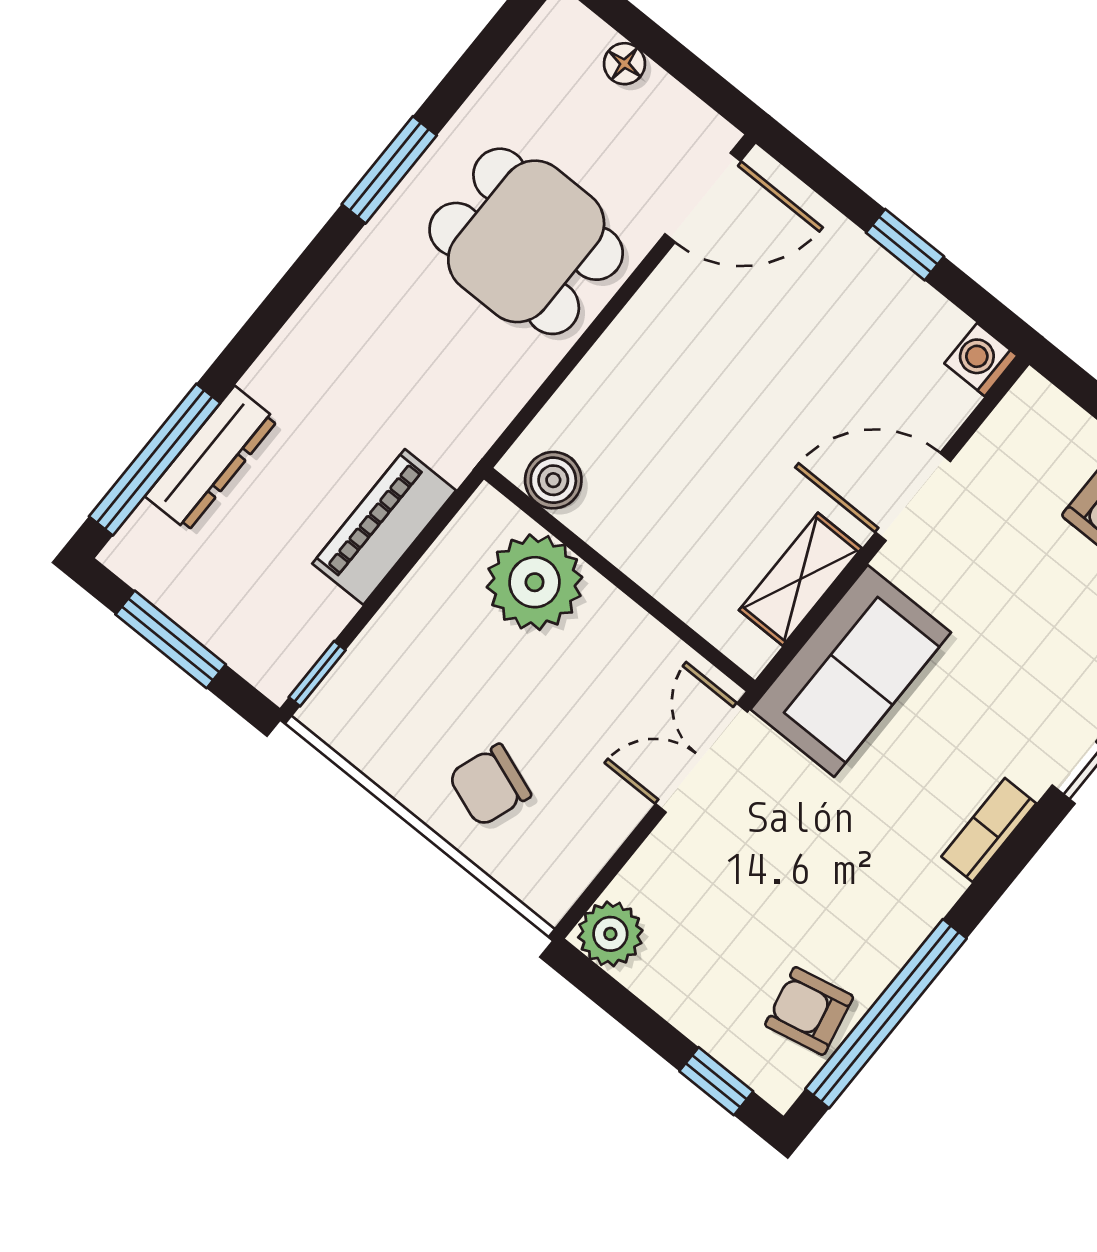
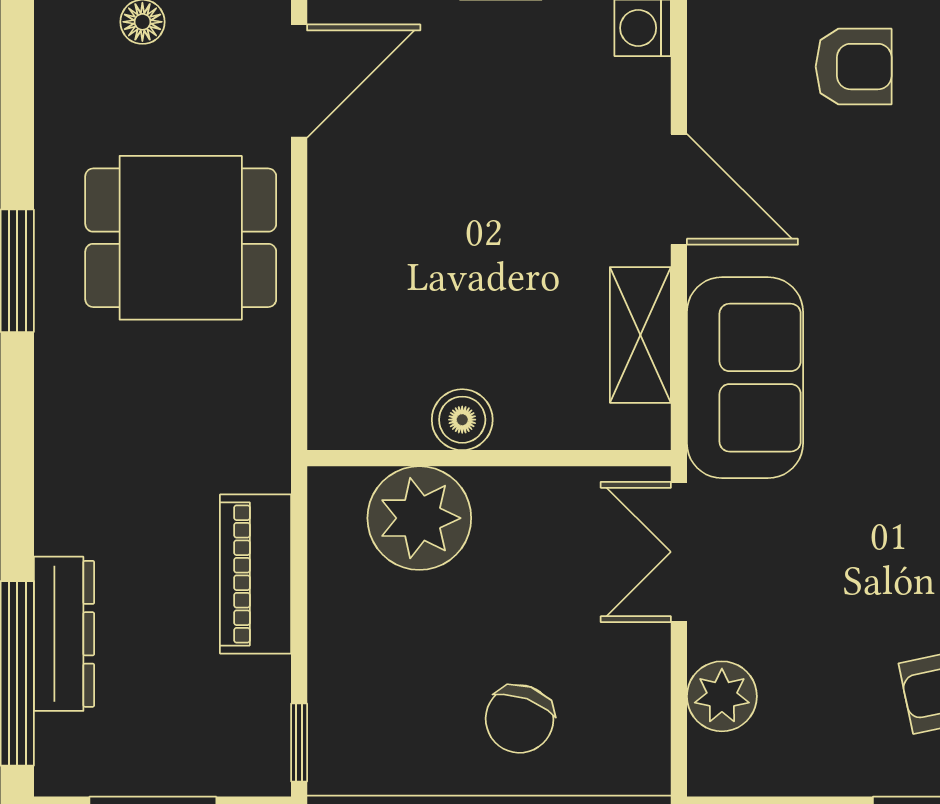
boiler: (553, 480) -> (462, 420), moved
door: (913, 497) -> (679, 189), swing flipped
plant: (610, 934) -> (722, 696), moved

